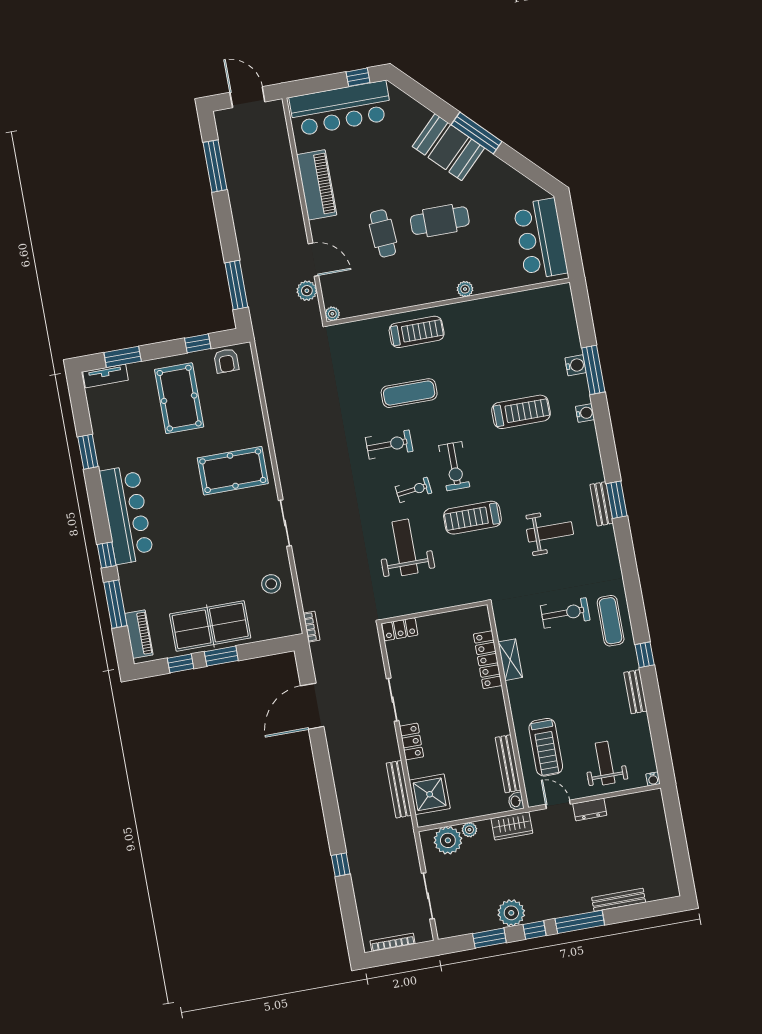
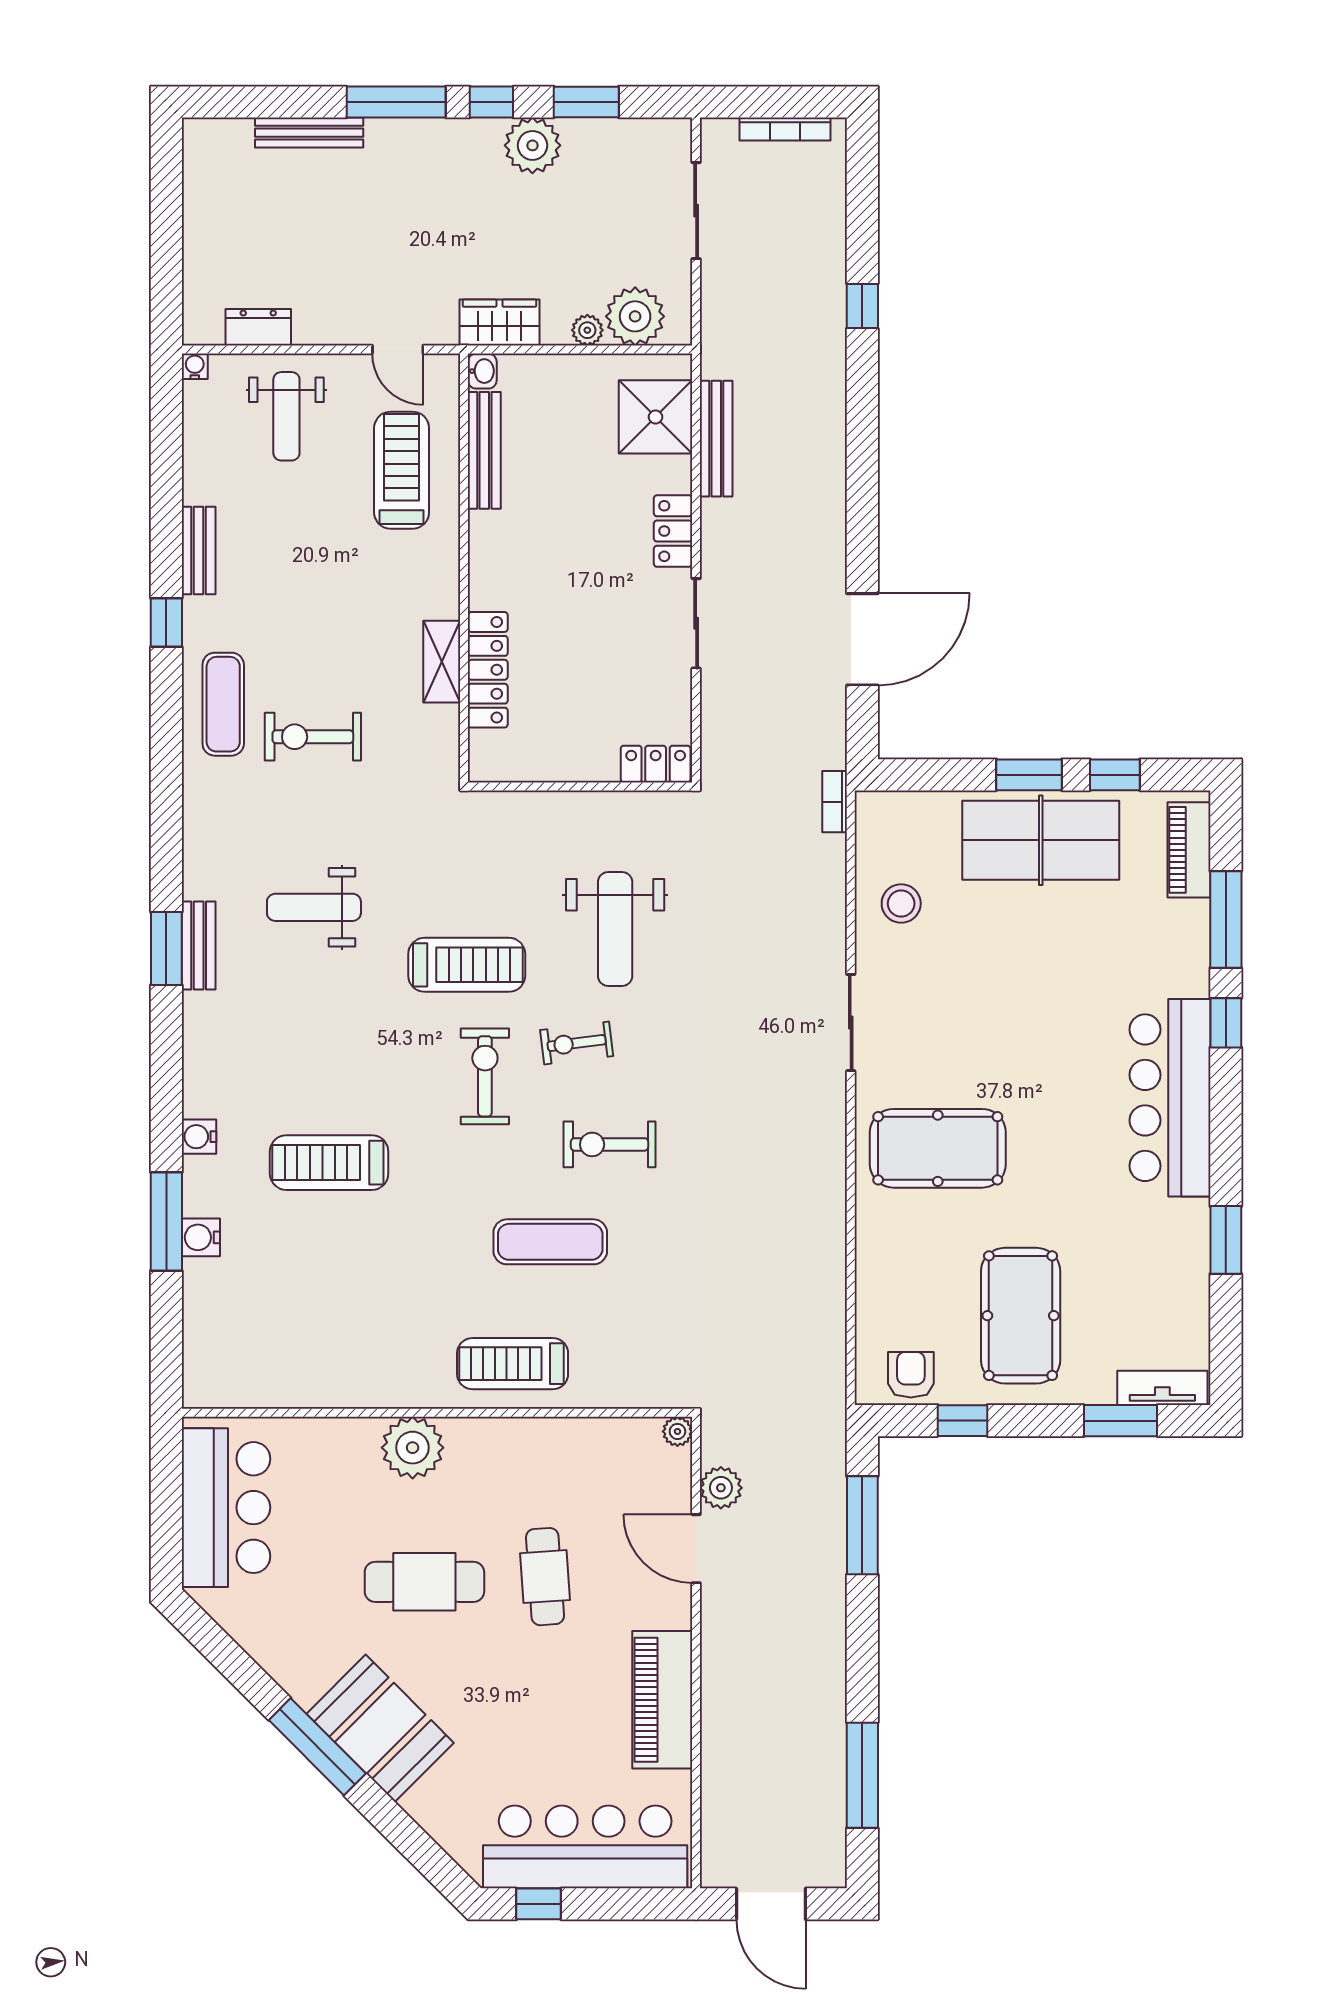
plant: (465, 289) -> (413, 1448), width x1.87, depth x1.87
dresser: (590, 809) -> (258, 327), moved

